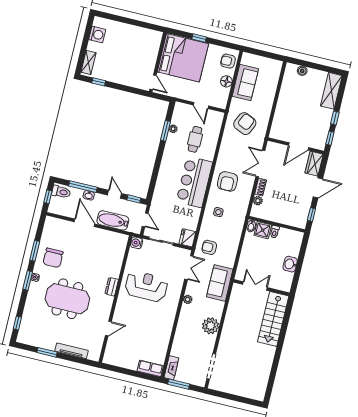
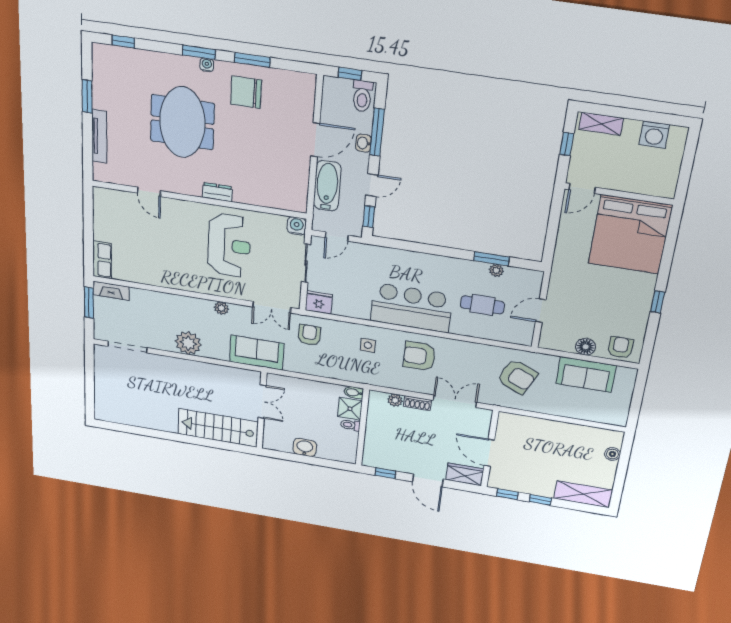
bed: (183, 58) -> (630, 234), moved
wall: (158, 62) -> (619, 194), moved
door: (153, 82) -> (582, 189), moved

